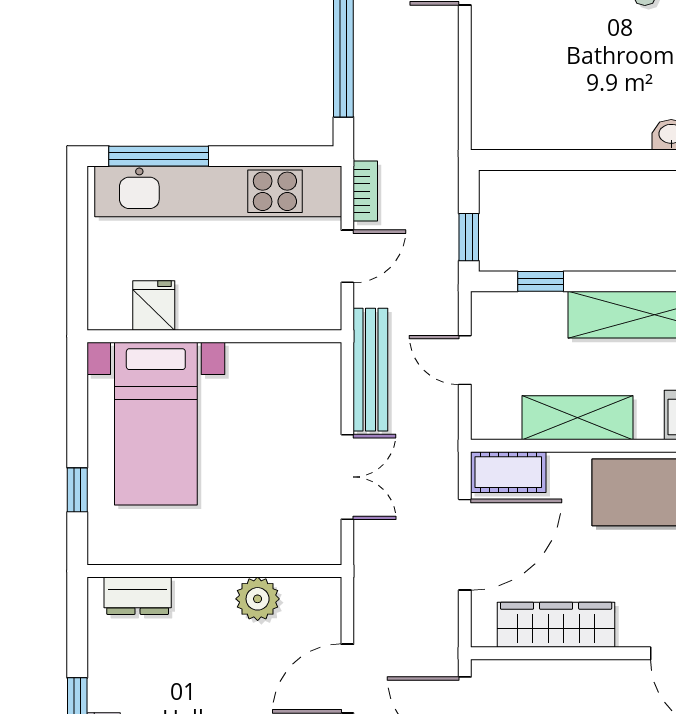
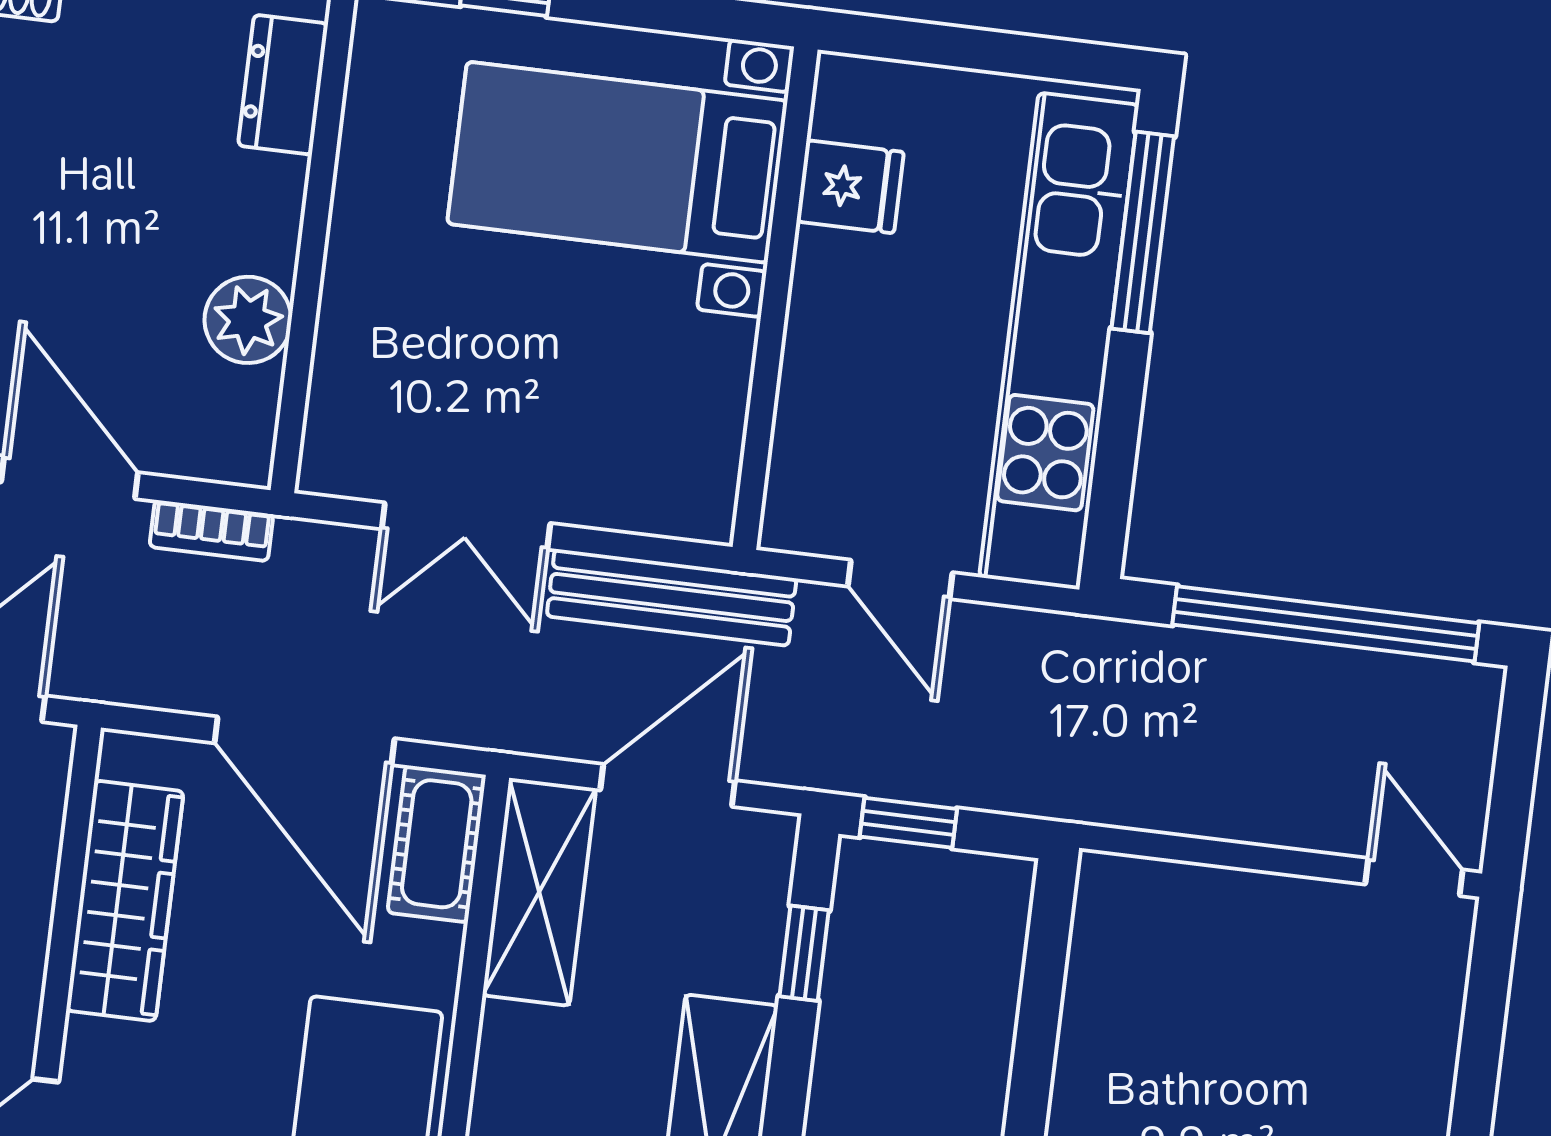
bookcase: (365, 191) -> (211, 531), moved
door: (465, 360) -> (668, 785), width x1.38
shelving: (577, 418) -> (539, 892), moved

